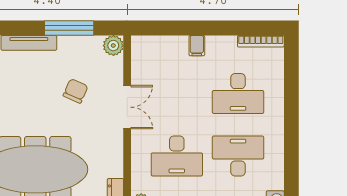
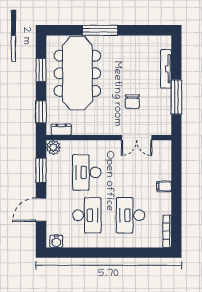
plant: (113, 46) -> (164, 128), removed
chair: (76, 91) -> (132, 102), turned 66
double door: (127, 107) -> (137, 138), moved

